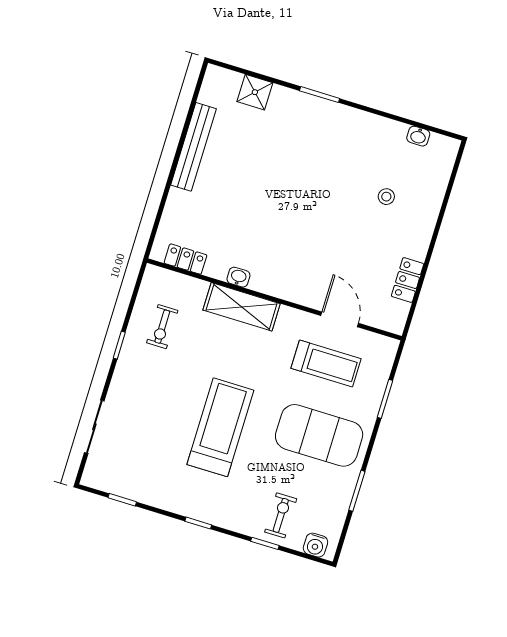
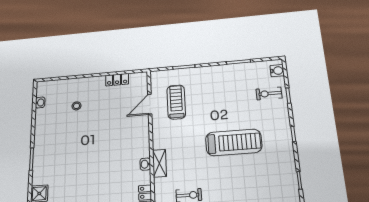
shelving: (242, 307) -> (159, 163), width x0.67, depth x0.75
treadmill: (220, 427) -> (234, 142), turned 180
exercise mat: (319, 435) -> (217, 91), removed

